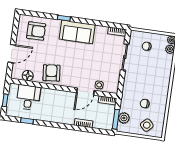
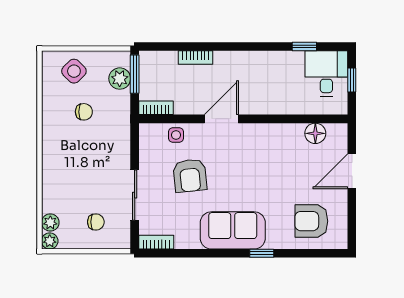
armchair: (51, 73) -> (190, 176), moved
door: (85, 91) -> (221, 119), moved
desk: (28, 97) -> (326, 74), moved, turned 180

